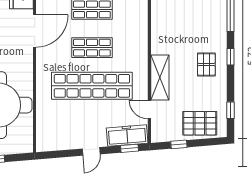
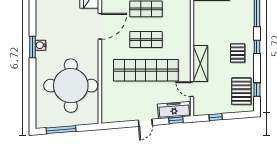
pallet: (200, 123) -> (241, 91), moved, turned 90

